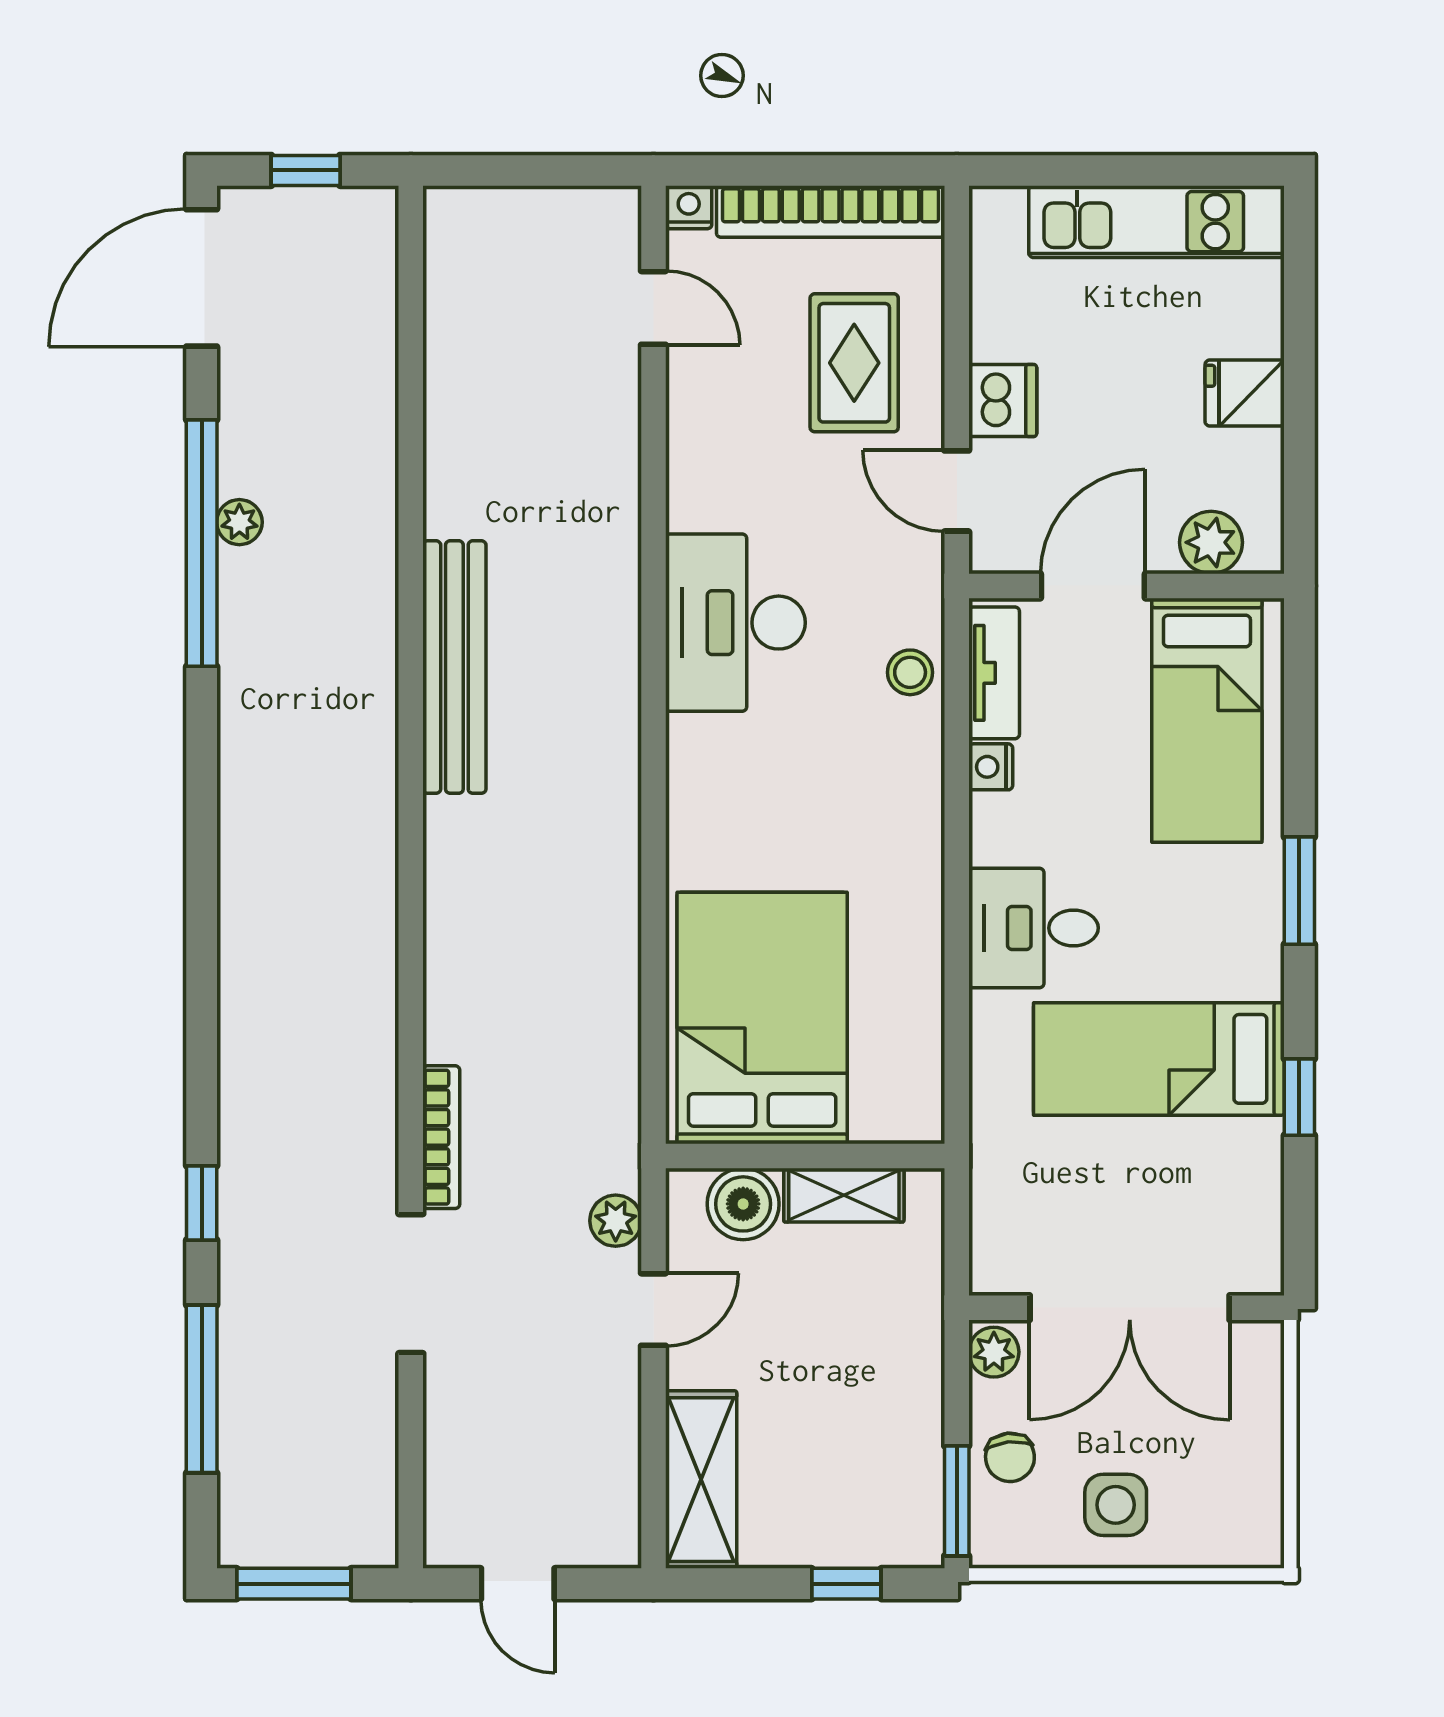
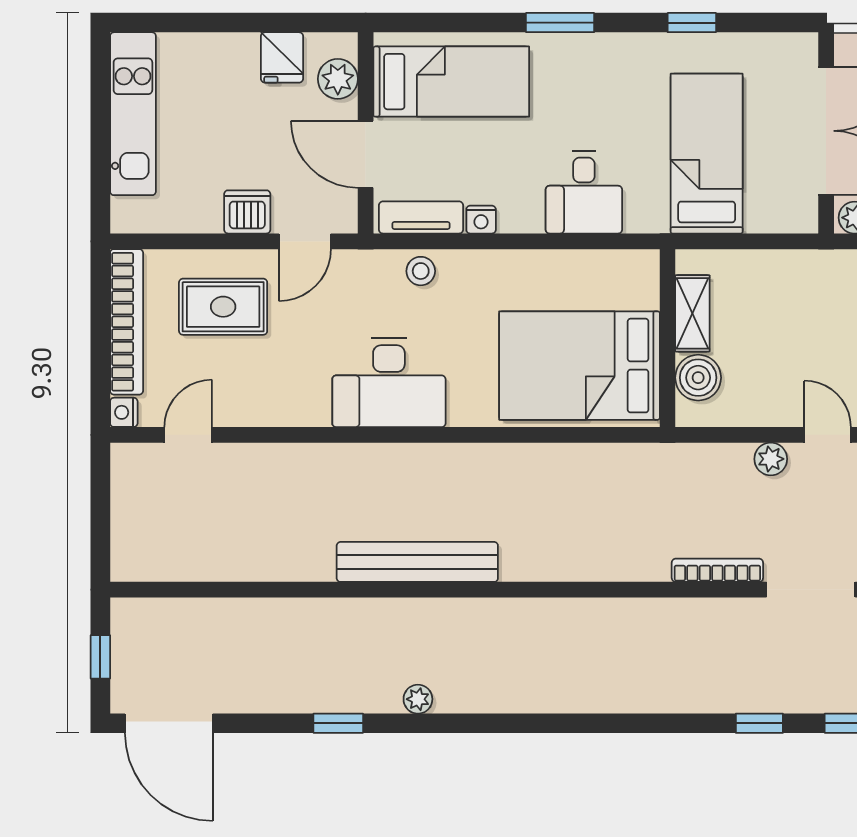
fridge: (1245, 393) -> (282, 57), moved
plant: (239, 522) -> (418, 699), moved
window: (202, 543) -> (338, 723), width x0.32
bed: (762, 1018) -> (579, 366), moved
bed: (1159, 1059) -> (707, 154), moved, turned 180
wall: (805, 1156) -> (667, 338), moved
shelving: (844, 1195) -> (692, 313), moved
boiler: (743, 1204) -> (698, 378), moved

